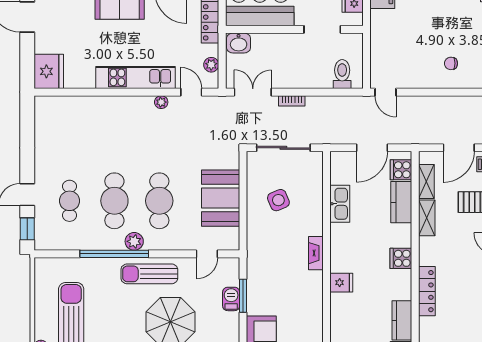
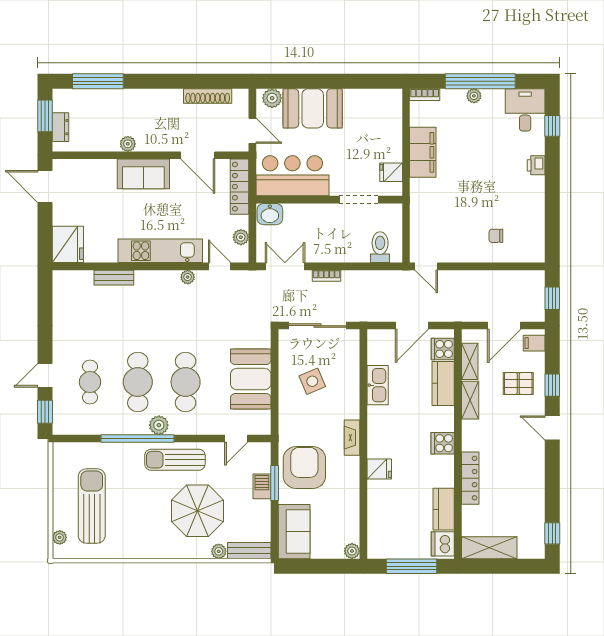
bench: (92, 103) -> (114, 278), added
armchair: (271, 281) -> (304, 467), added

